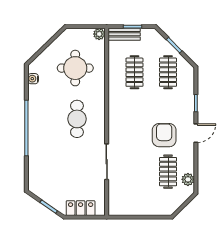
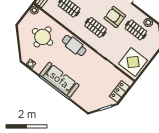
cafe table: (77, 119) -> (74, 45), moved
clothes rail: (134, 122) -> (96, 27), added
sofa: (40, 127) -> (59, 80), added
display table: (128, 197) -> (133, 62), added

